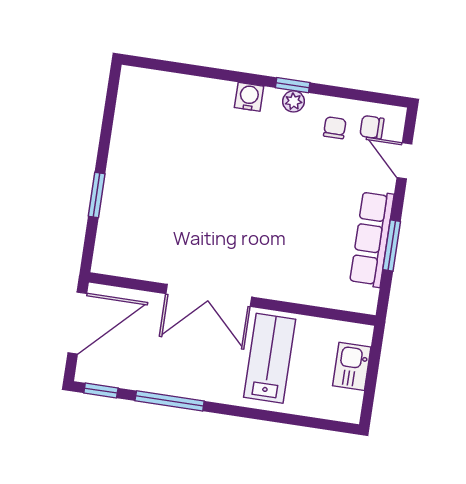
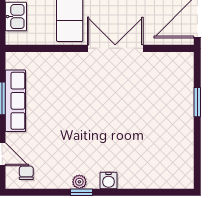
chair: (372, 127) -> (26, 173), turned -90
chair: (335, 128) -> (50, 169), removed

